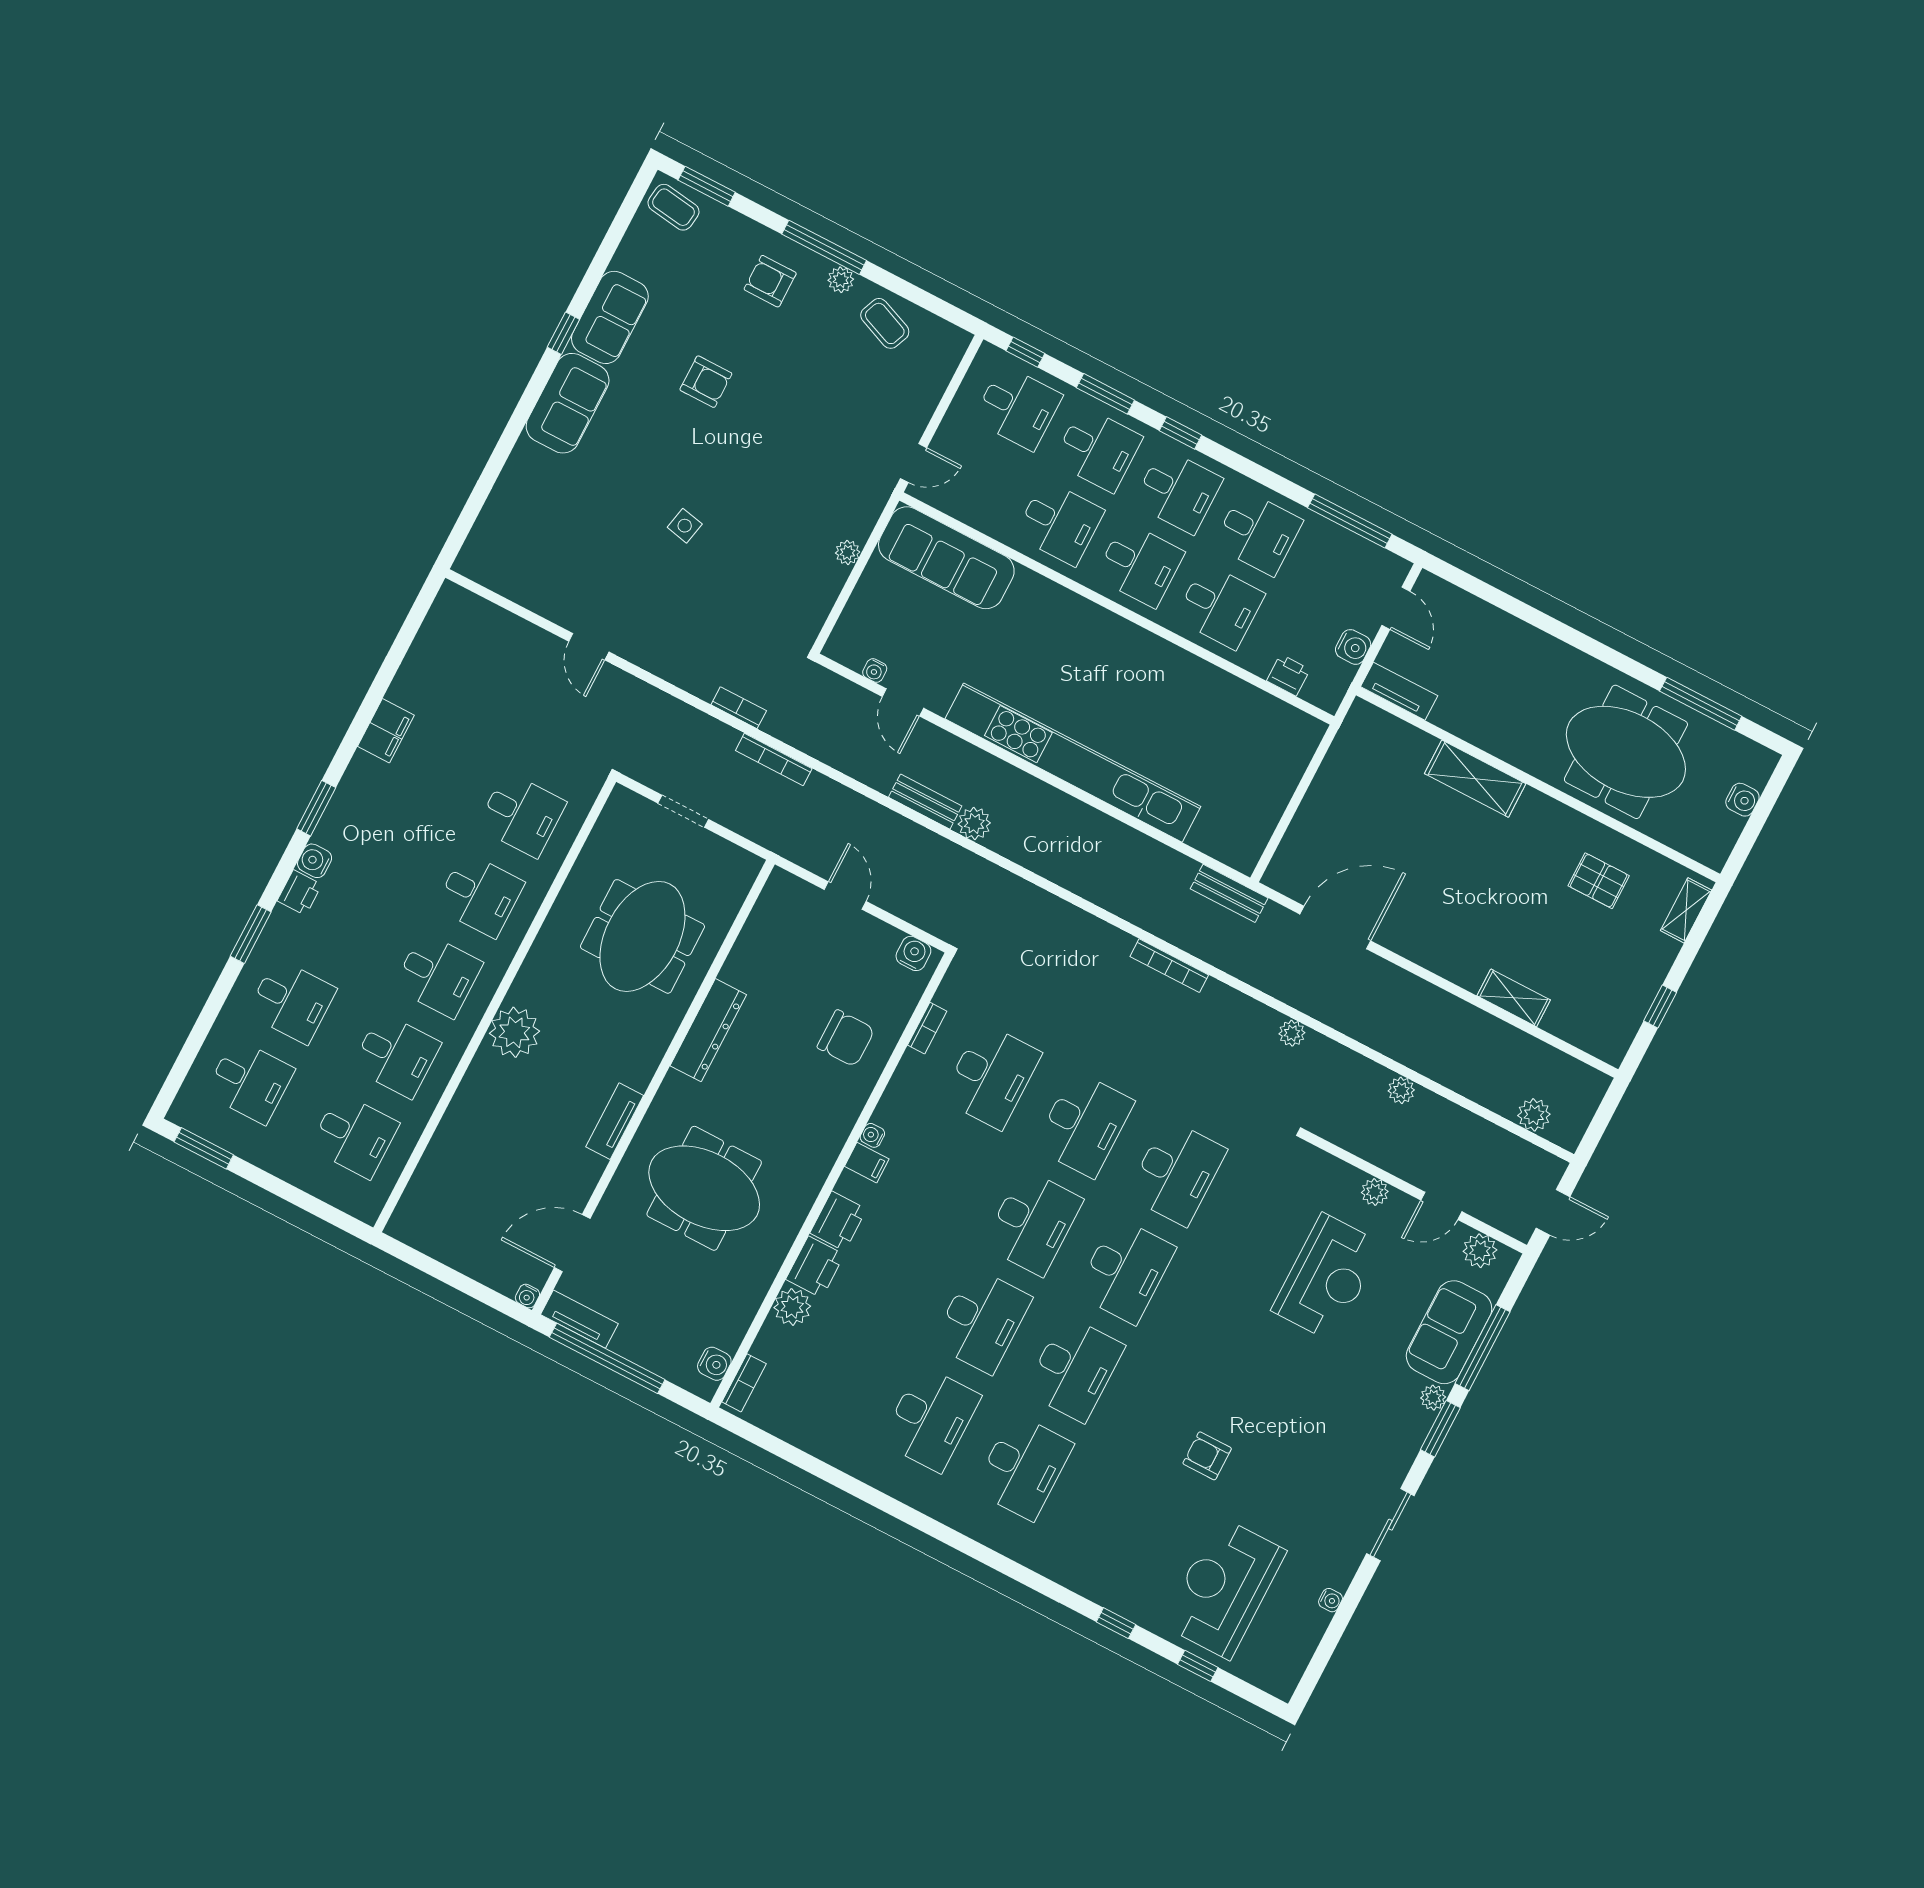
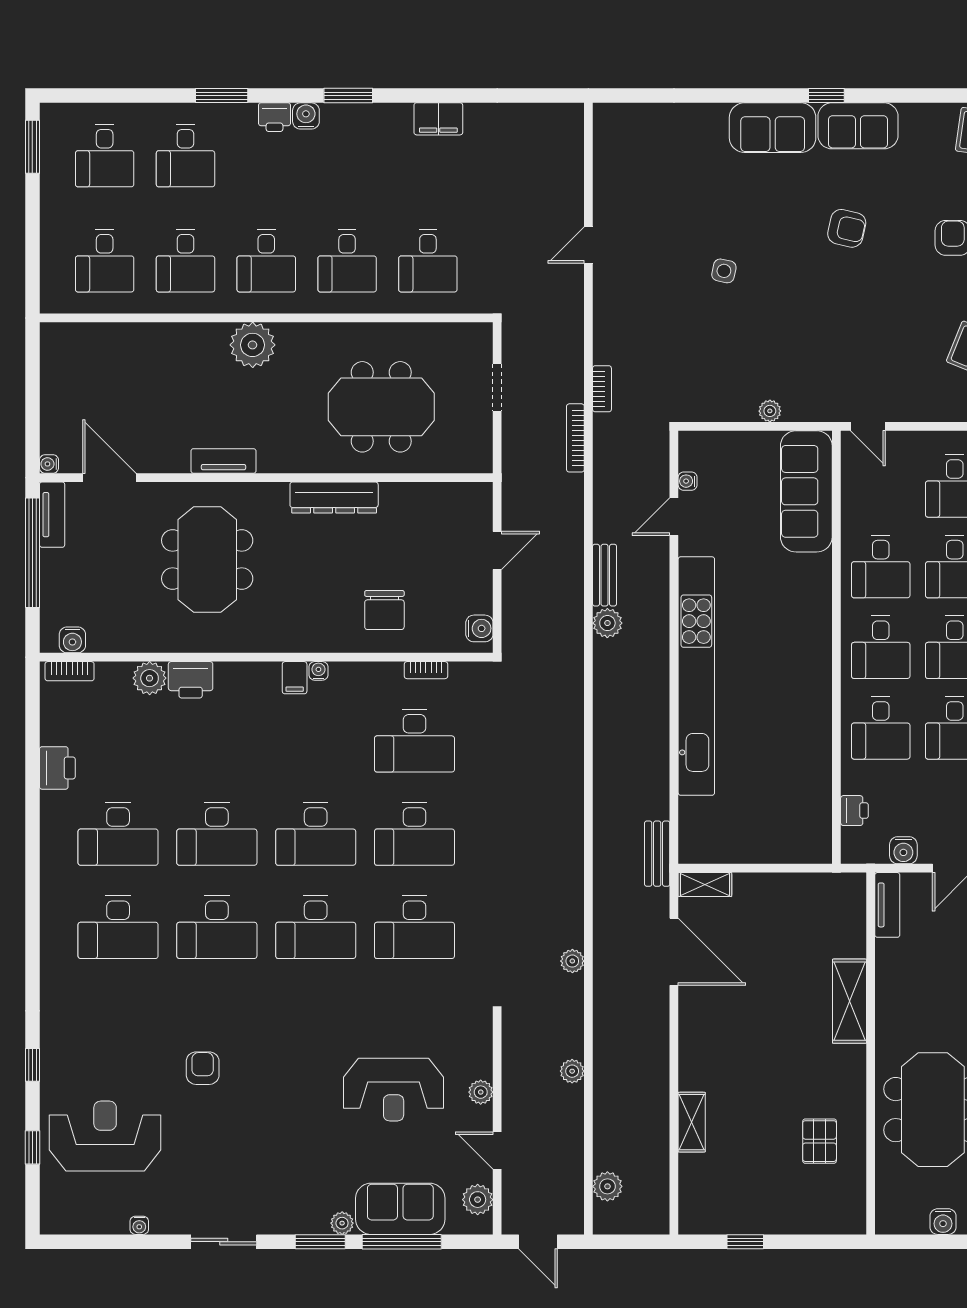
armchair: (706, 382) -> (847, 228), turned -77
shelving: (1686, 910) -> (705, 884), moved
bookcase: (1169, 966) -> (575, 836), removed
printer: (838, 1221) -> (57, 768), moved, turned -90

